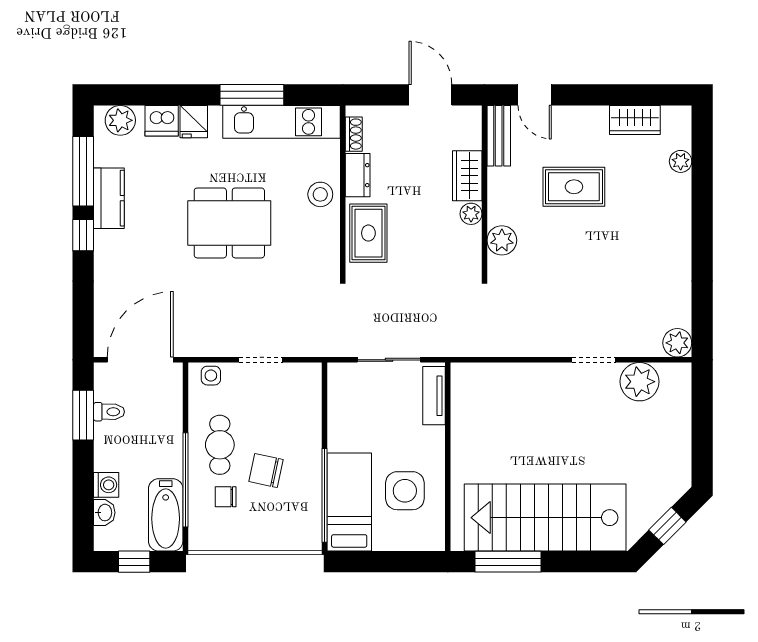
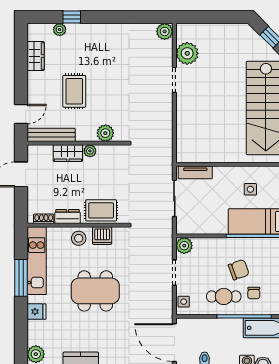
dishwasher: (162, 121) -> (102, 236), moved, turned 90
bench: (499, 136) -> (51, 135), width x1.36
window: (702, 182) -> (72, 17), added
dining table: (229, 223) -> (95, 291), turned 90
plant: (308, 377) -> (184, 246), added
chair: (266, 471) -> (239, 270), turned -122
side table: (405, 491) -> (250, 189), width x0.54, depth x0.54

